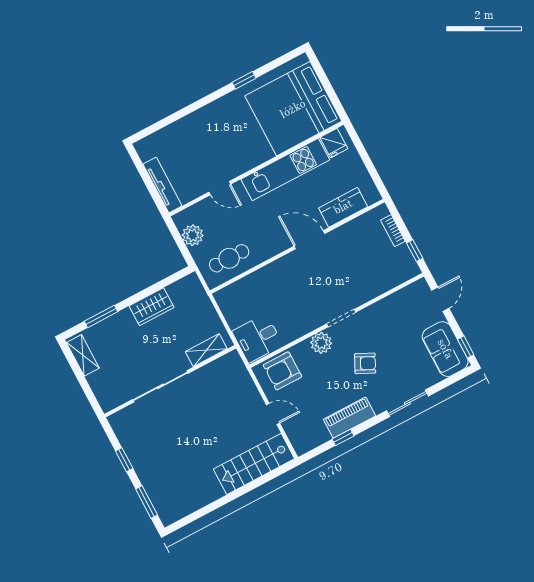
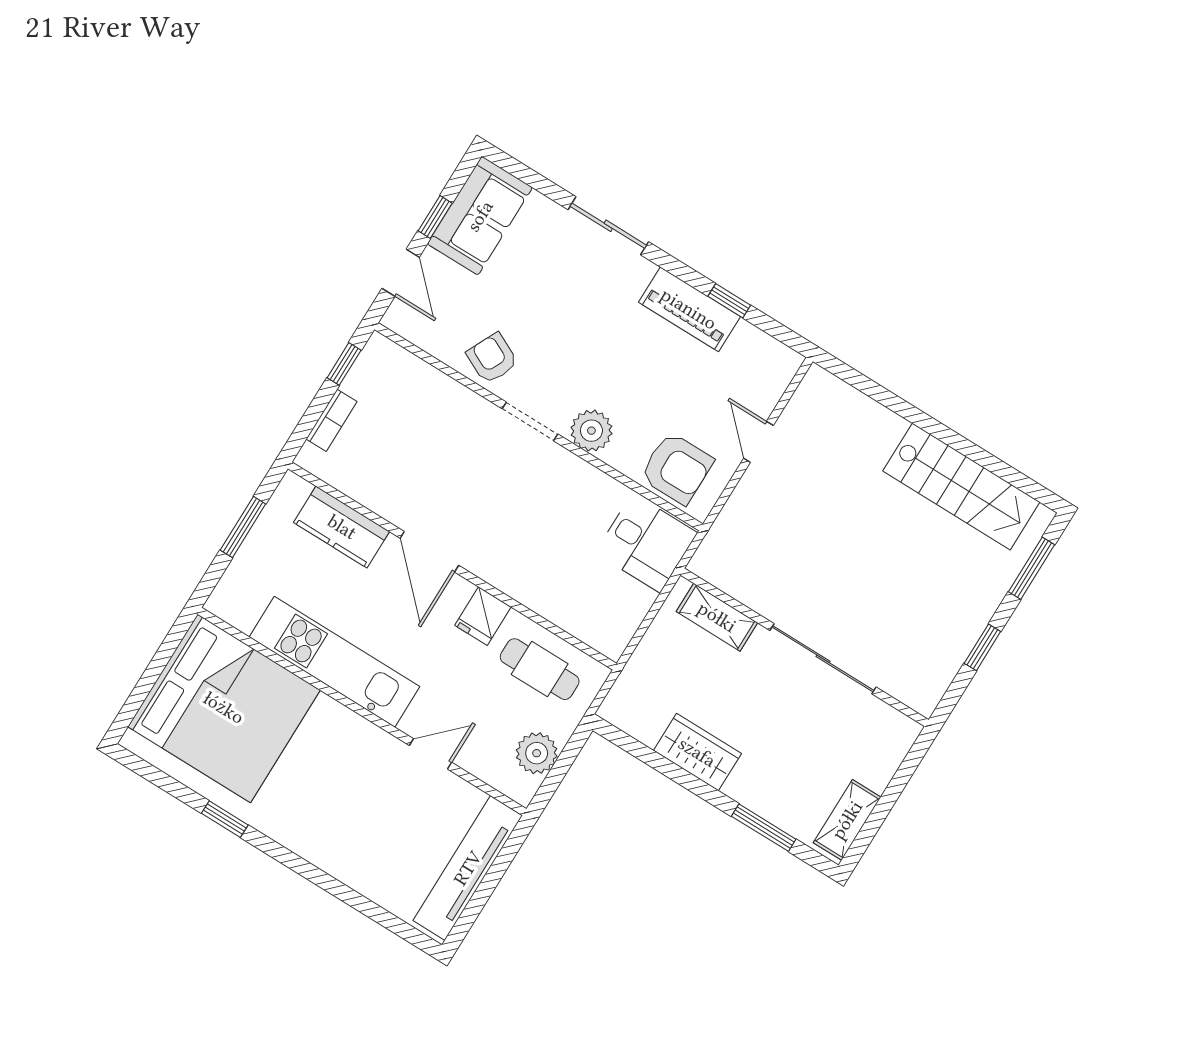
fridge: (334, 143) -> (483, 616), moved, turned 180
window: (369, 164) -> (243, 527), added
tv unit: (162, 185) -> (468, 868), width x1.36, depth x1.29
door: (220, 188) -> (430, 754), hinge flipped
door: (440, 299) -> (401, 273), swing flipped
window: (466, 347) -> (435, 217), moved
armchair: (365, 363) -> (492, 358), moved
stairs: (254, 464) -> (961, 486), moved

